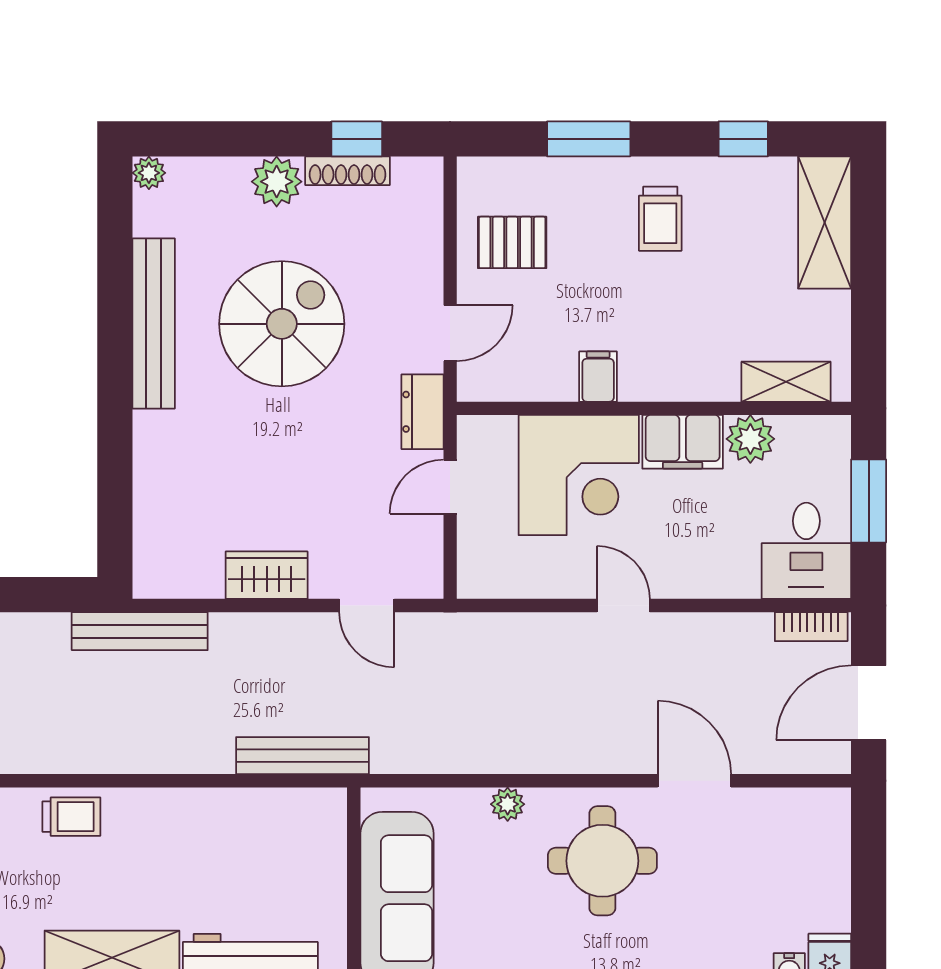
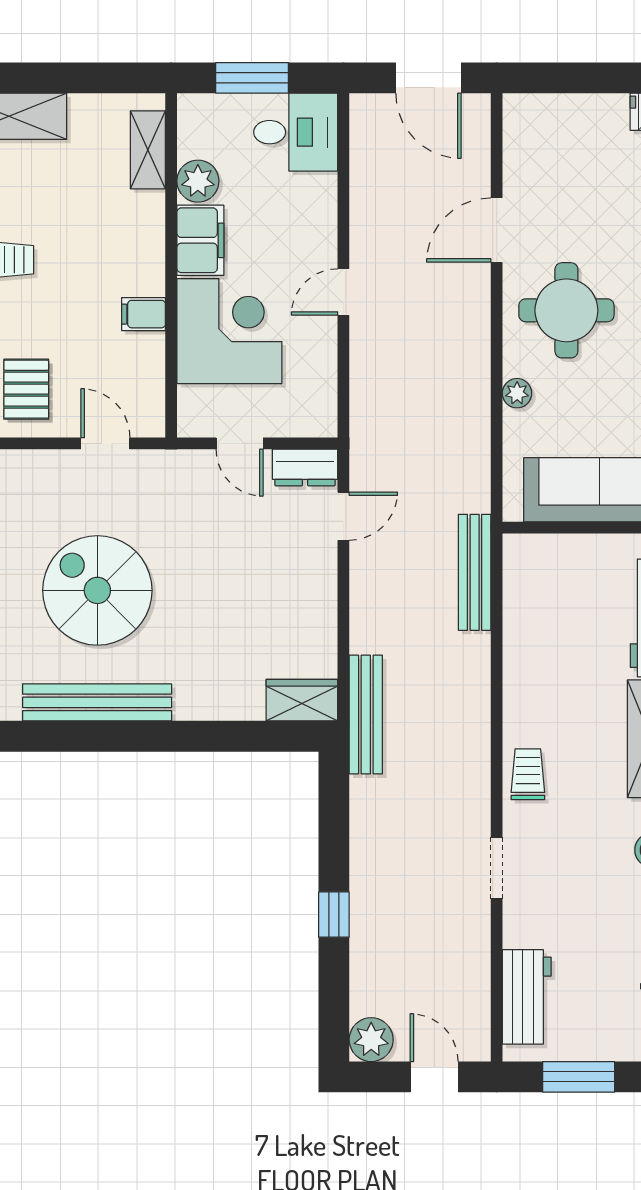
dresser: (422, 412) -> (305, 468), moved
wardrobe: (267, 575) -> (302, 700), moved, turned 90
bookcase: (811, 627) -> (362, 128), removed

